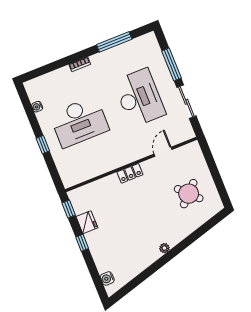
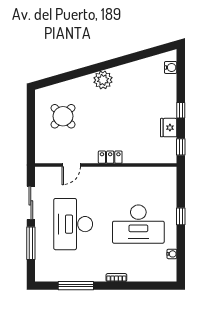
desk: (79, 122) -> (138, 224), turned 180
plant: (164, 248) -> (103, 80), width x1.88, depth x1.88

